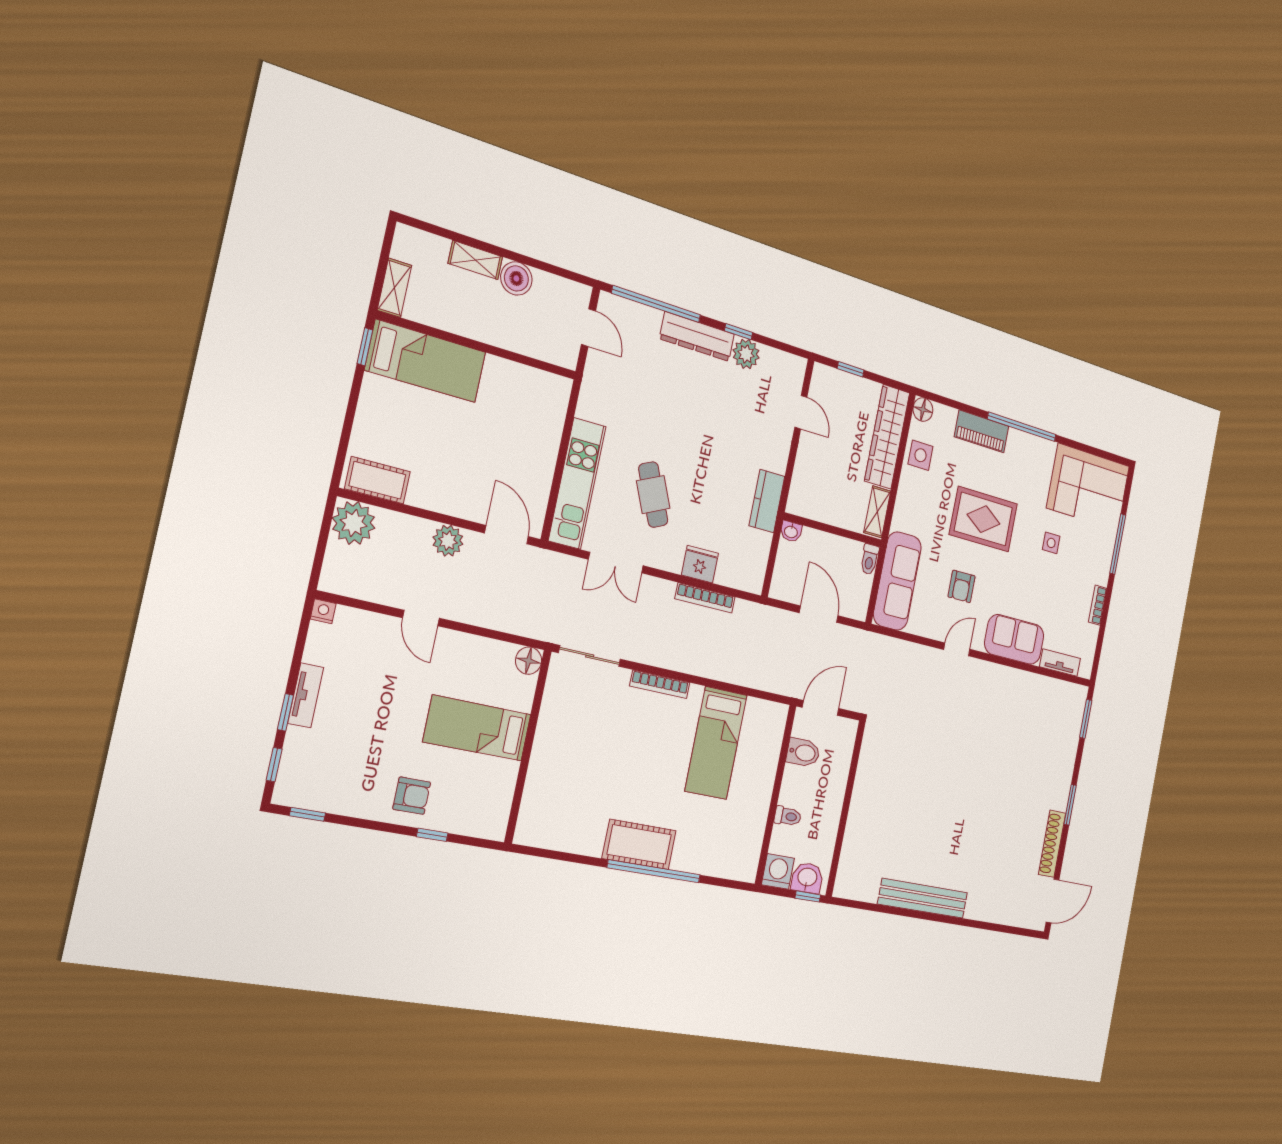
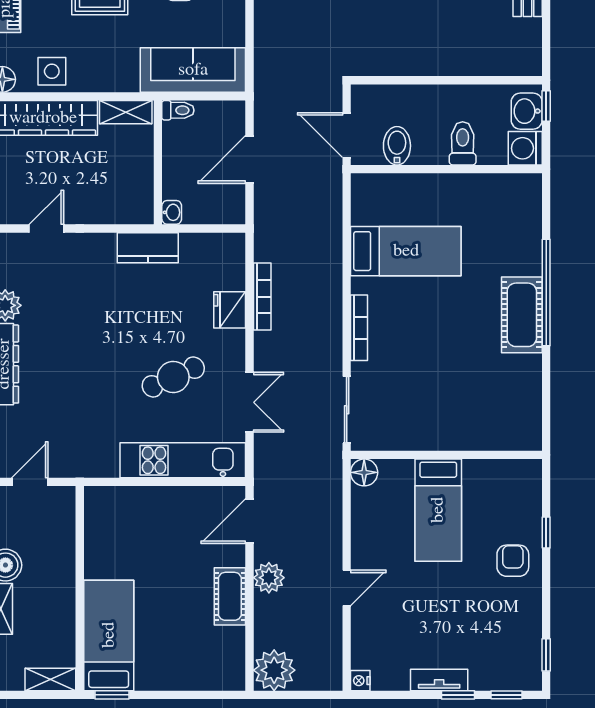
cot: (377, 480) -> (230, 596), moved
toilet: (788, 816) -> (463, 143), width x1.37, depth x1.39

